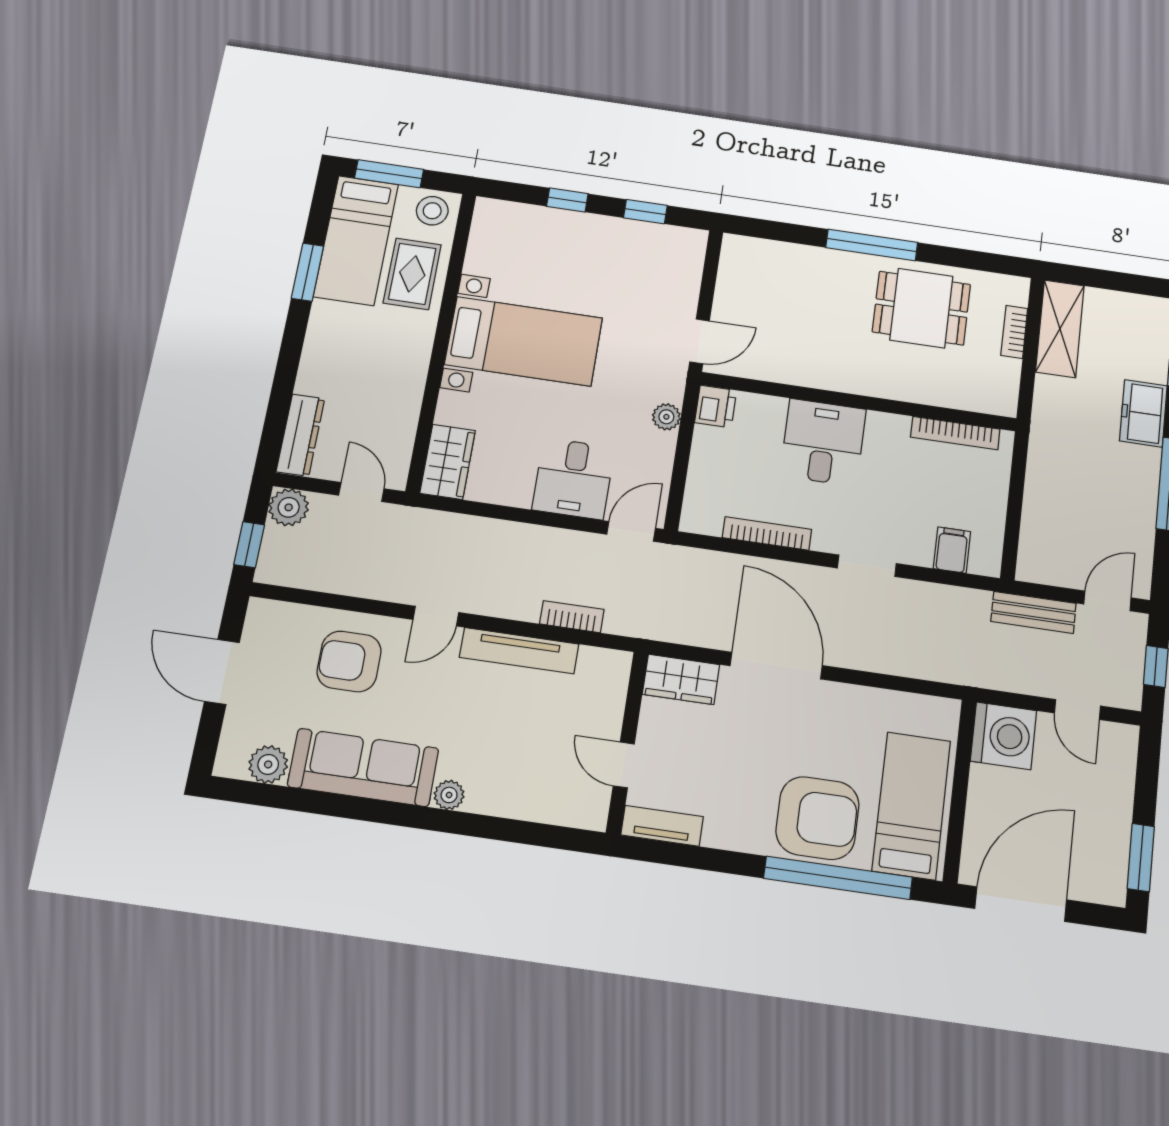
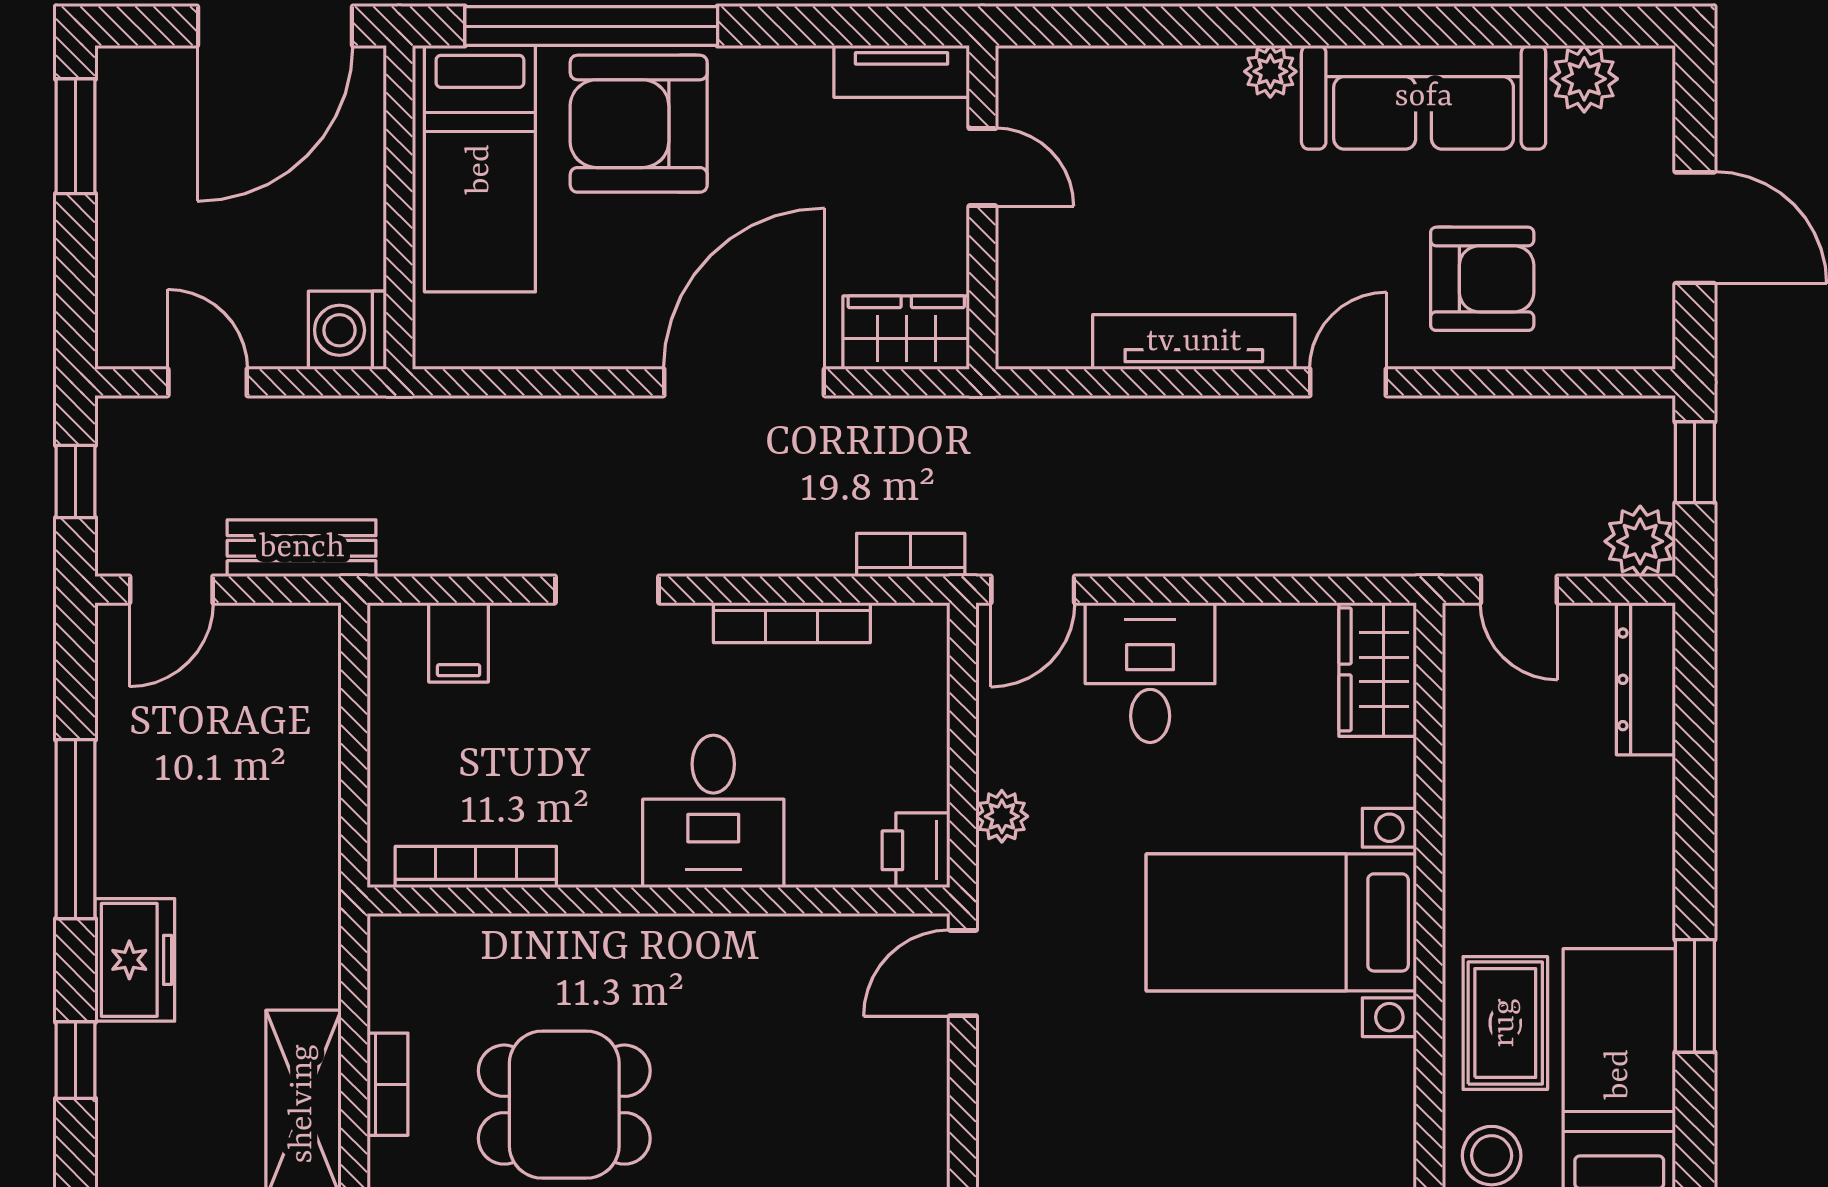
bookcase: (572, 617) -> (911, 555), moved, turned 180
door: (776, 666) -> (744, 382), swing flipped
washing machine: (1004, 736) -> (347, 330), width x0.73, depth x0.73

